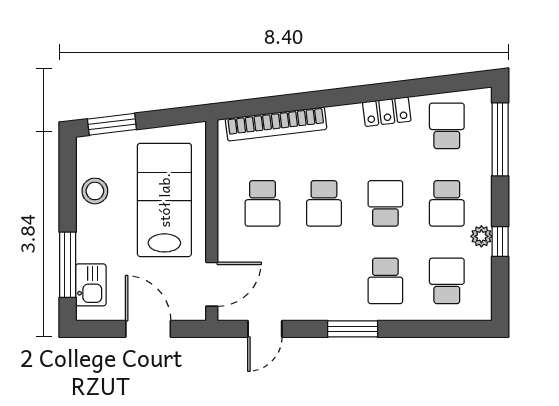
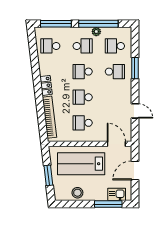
locker: (387, 112) -> (46, 85), moved
window: (112, 124) -> (48, 175), moved
school desk: (262, 203) -> (83, 123), turned 180
school desk: (324, 203) -> (83, 97), turned 180
window: (500, 241) -> (98, 24), width x3.17
door: (265, 329) -> (135, 111), moved
window: (353, 329) -> (135, 68), moved

